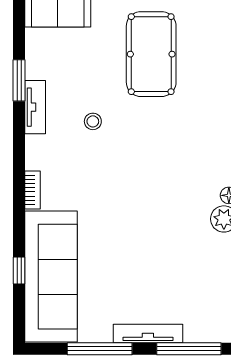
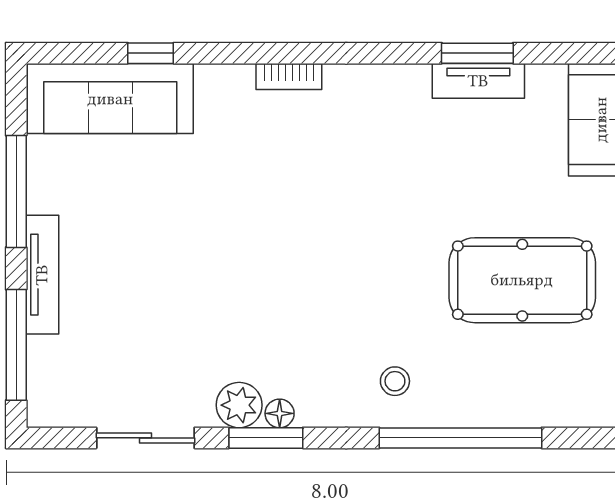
tv unit: (35, 107) -> (478, 81), moved
stool: (93, 121) -> (395, 381), moved
sofa: (51, 277) -> (110, 99), width x0.74, depth x0.79

